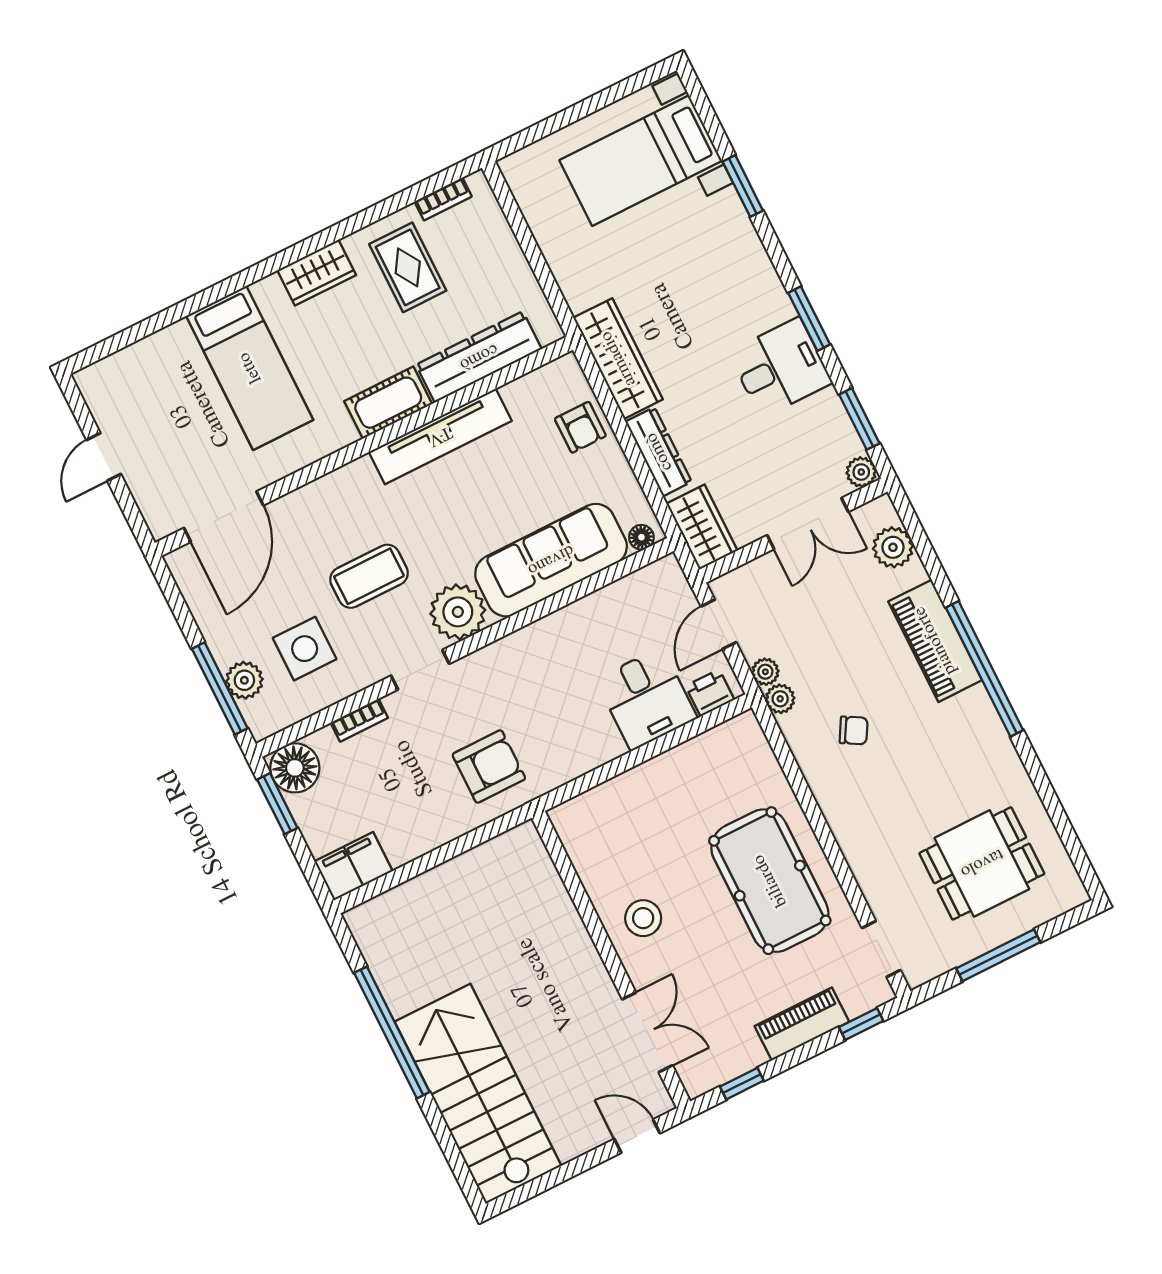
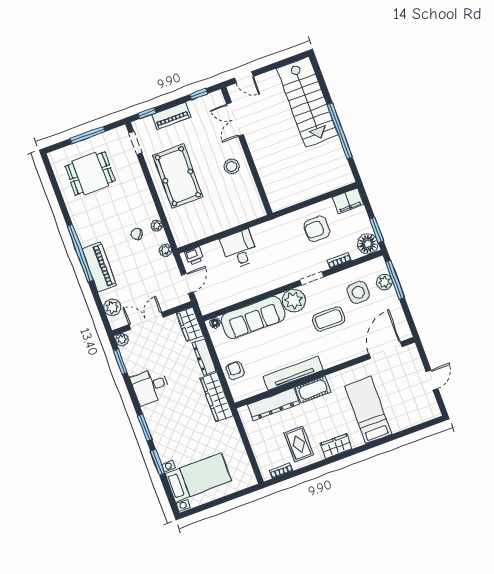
window: (809, 319) -> (145, 428), moved
plant: (765, 672) -> (157, 226), moved
desk: (646, 699) -> (239, 249), moved
armchair: (489, 766) -> (317, 229), moved

